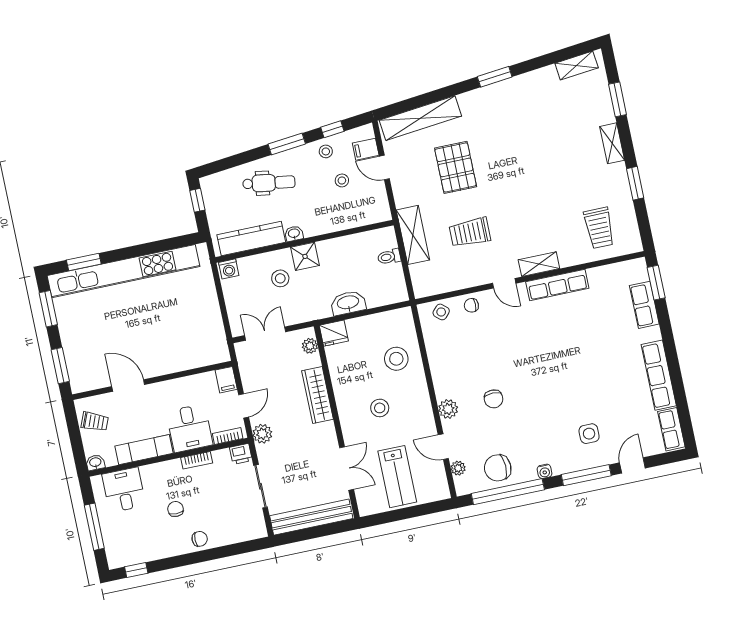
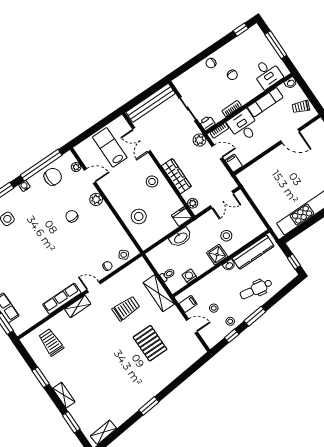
shelving: (420, 118) -> (183, 364), removed
filing cabinet: (366, 149) -> (188, 304), moved
washing machine: (229, 269) -> (189, 276), moved
door: (244, 406) -> (217, 152), swing flipped
stool: (380, 408) -> (152, 182), moved

